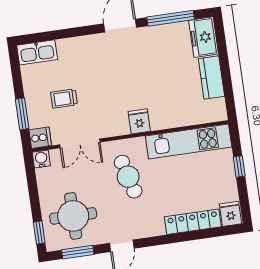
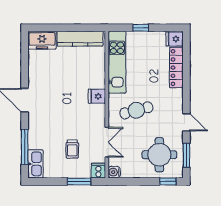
window: (171, 18) -> (25, 147), moved
kitchen counter: (211, 77) -> (80, 39), width x1.50

